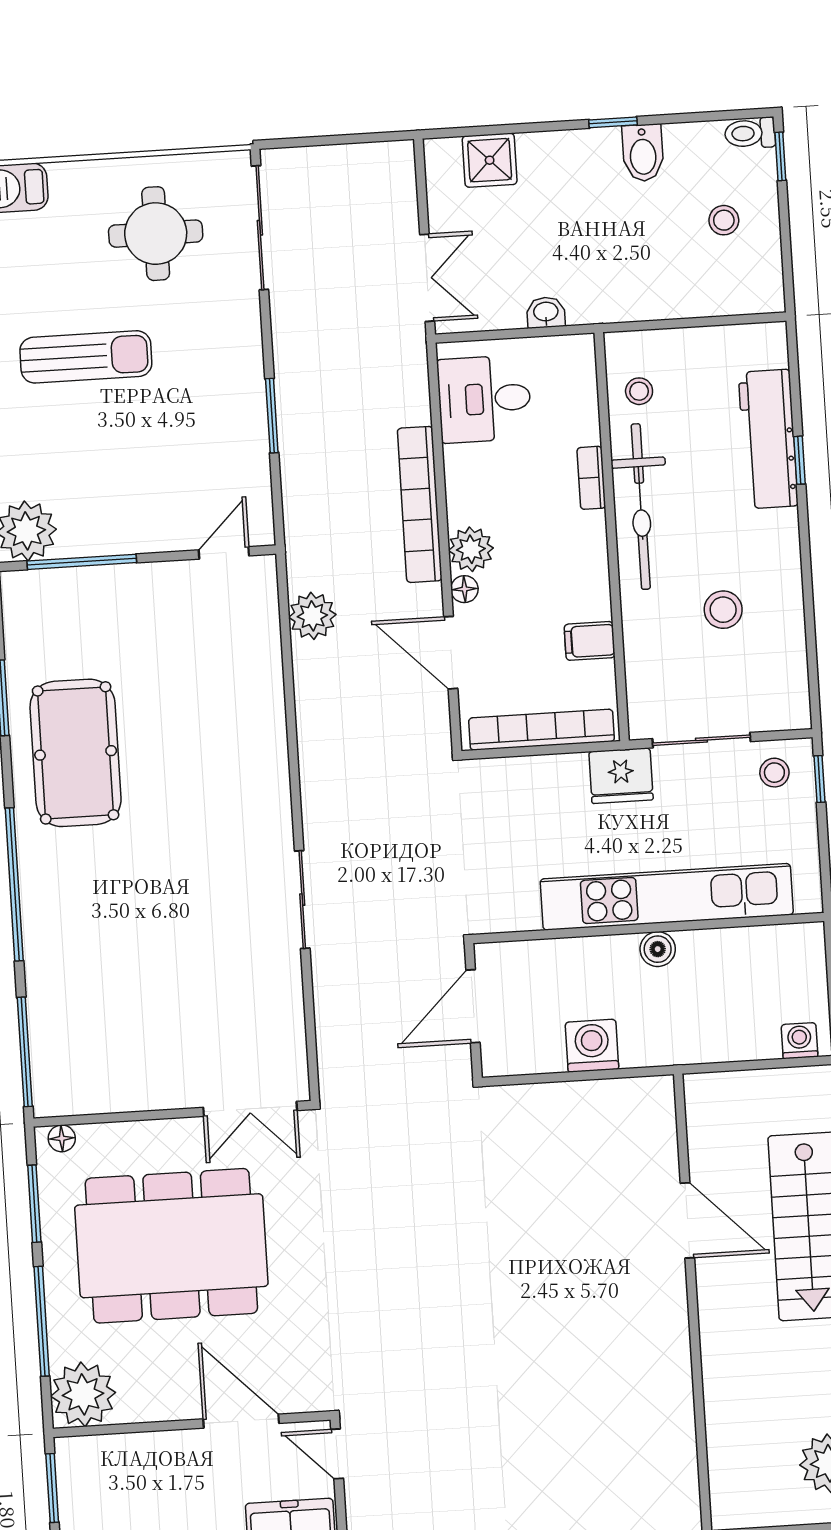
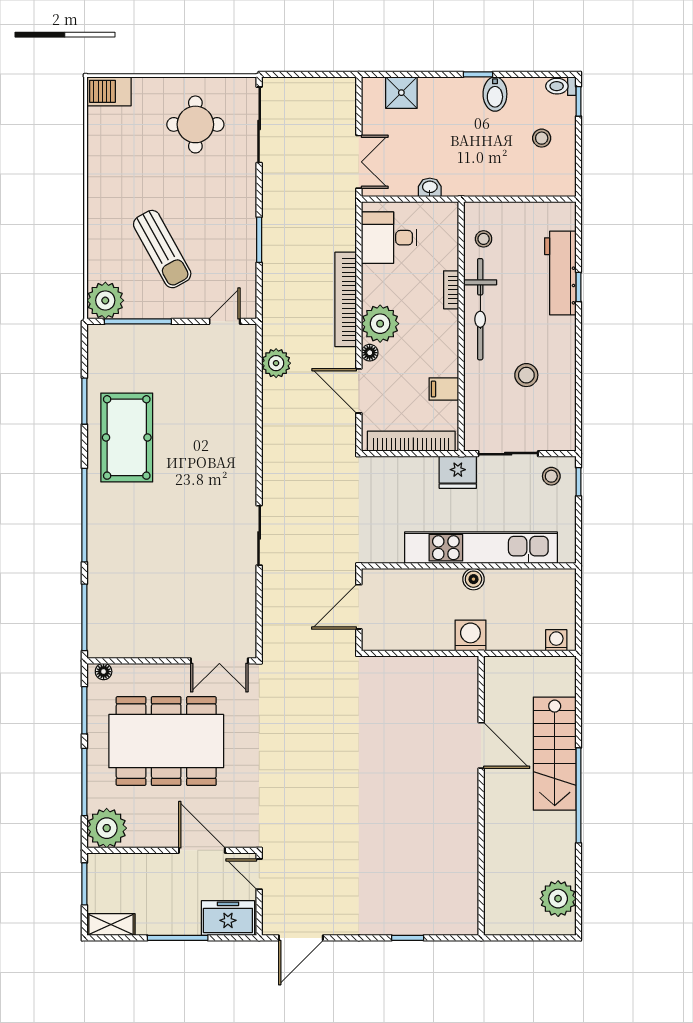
sun lounger: (86, 357) -> (162, 249), moved, turned 61
plant: (471, 549) -> (380, 324), width x1.36, depth x1.36
washing machine: (592, 1046) -> (470, 635), moved

